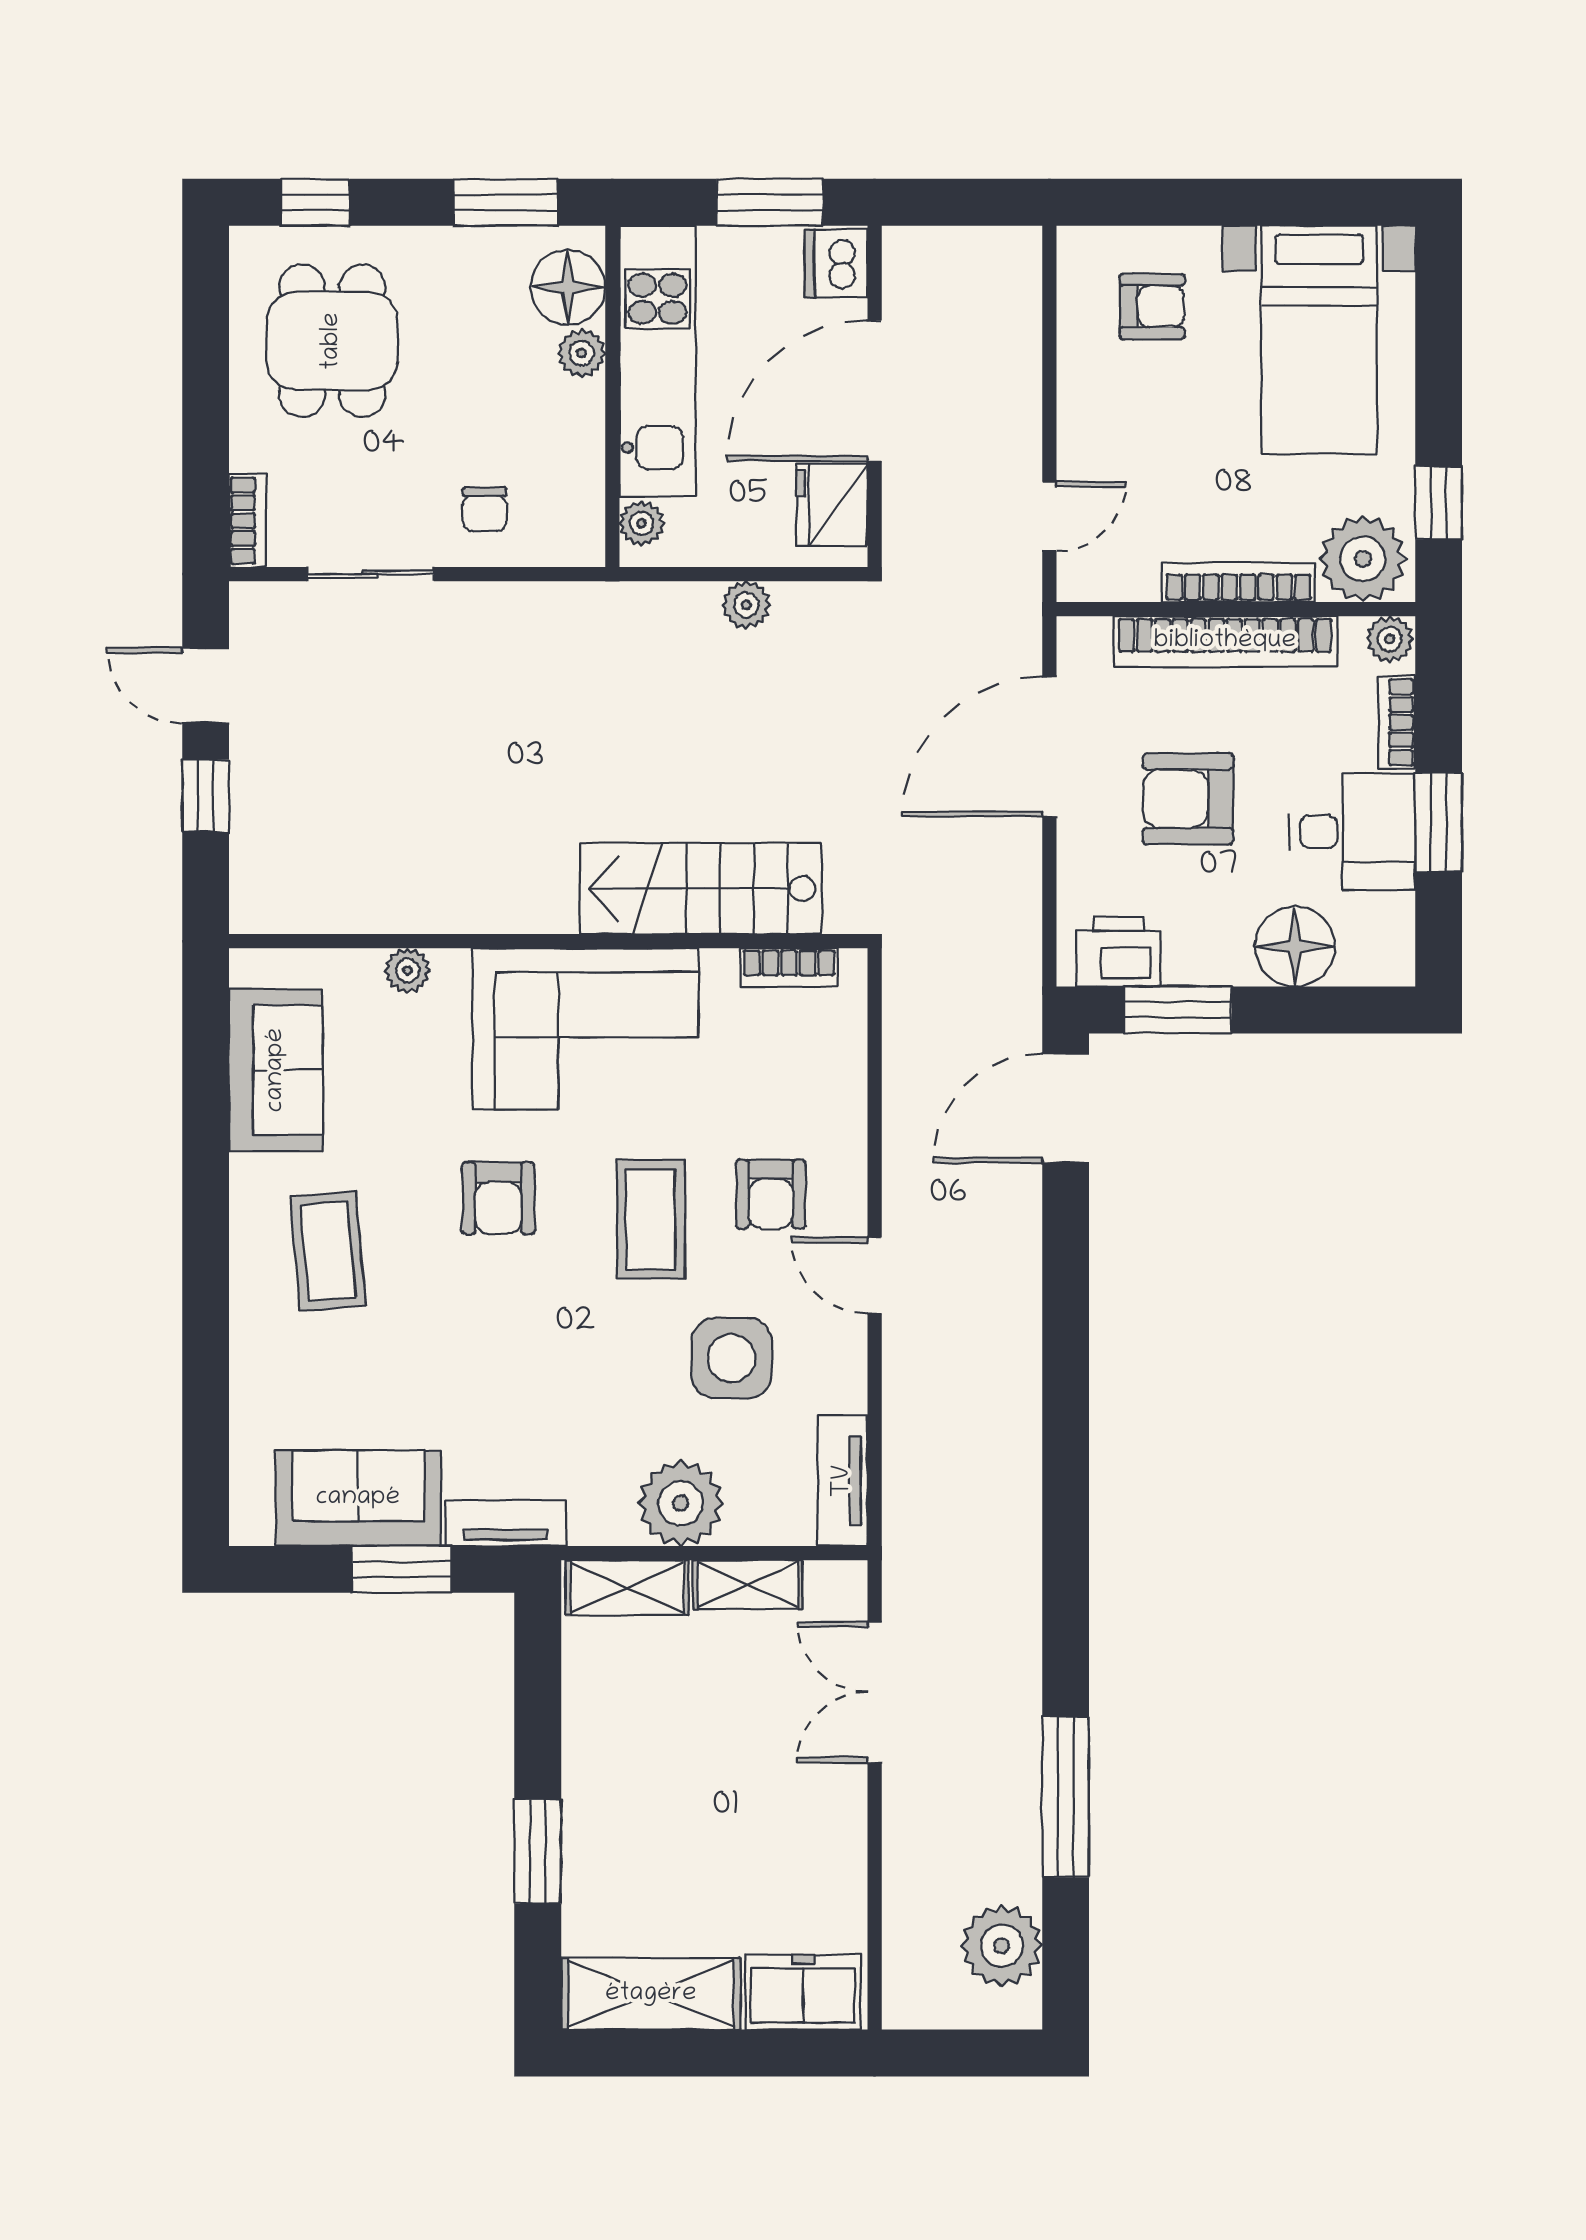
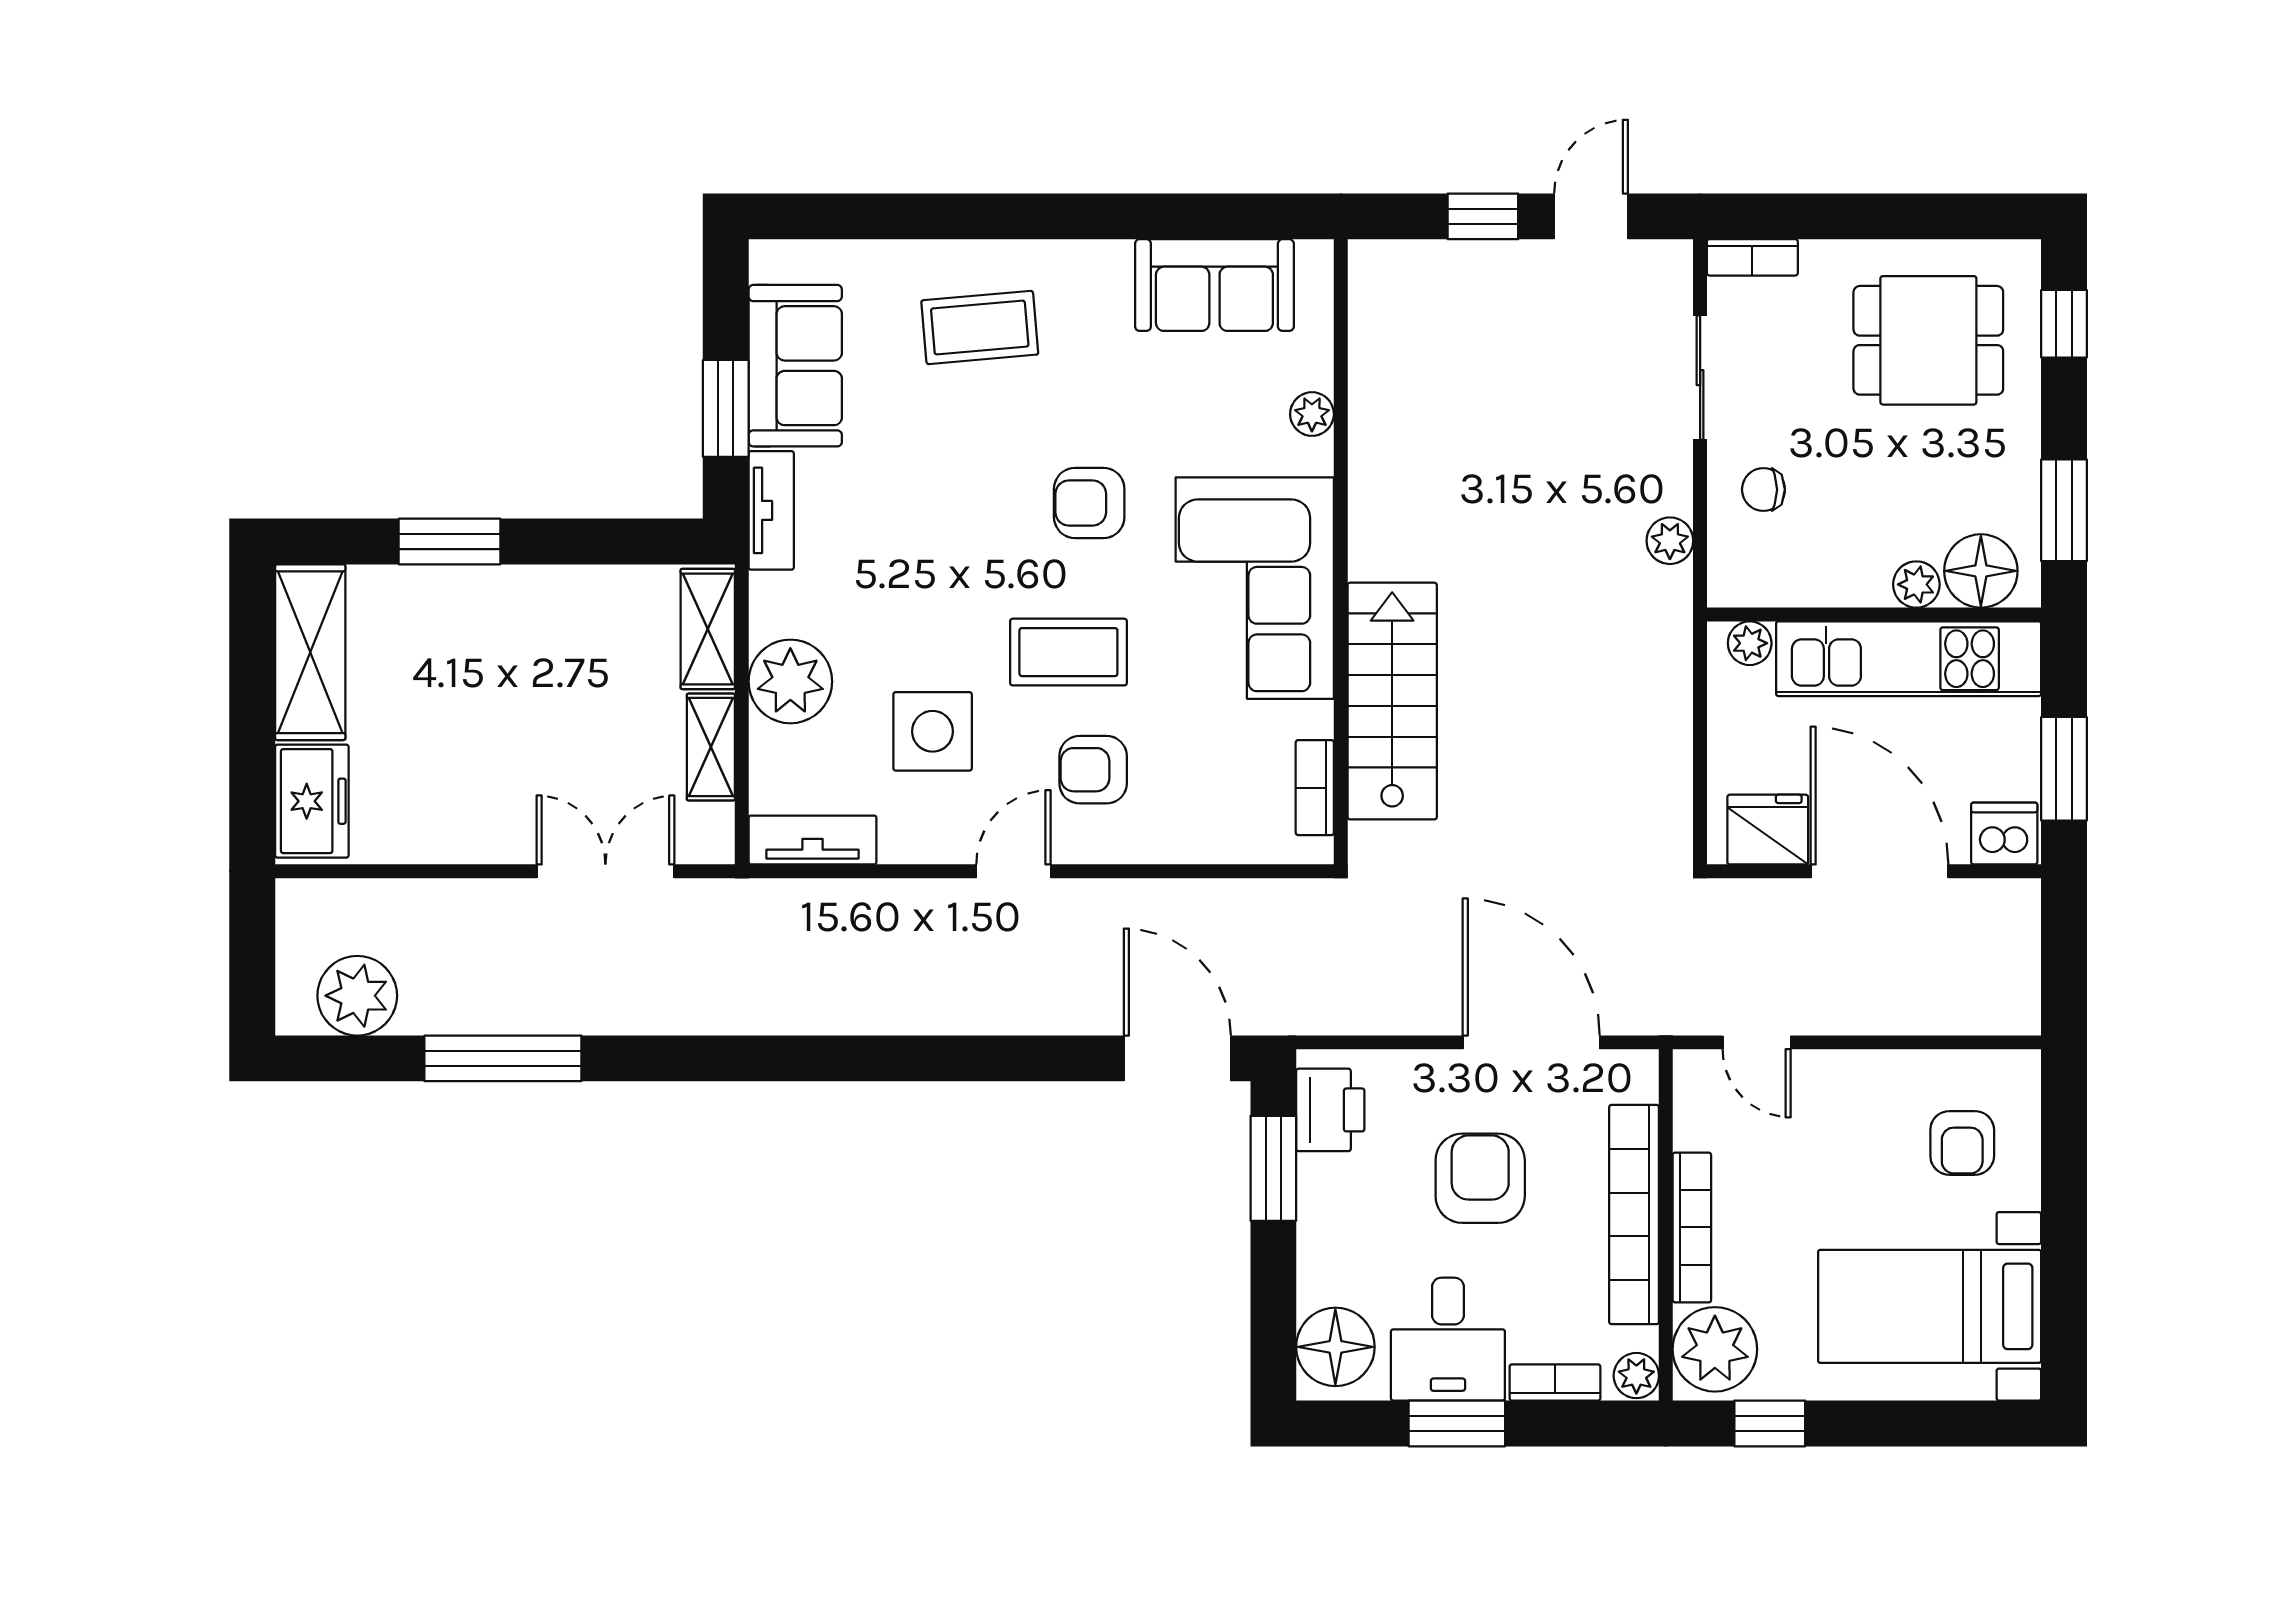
plant: (746, 605) -> (1670, 541), moved
floor lamp: (1295, 947) -> (1335, 1347), moved
coffee table: (328, 1251) -> (980, 327), moved

